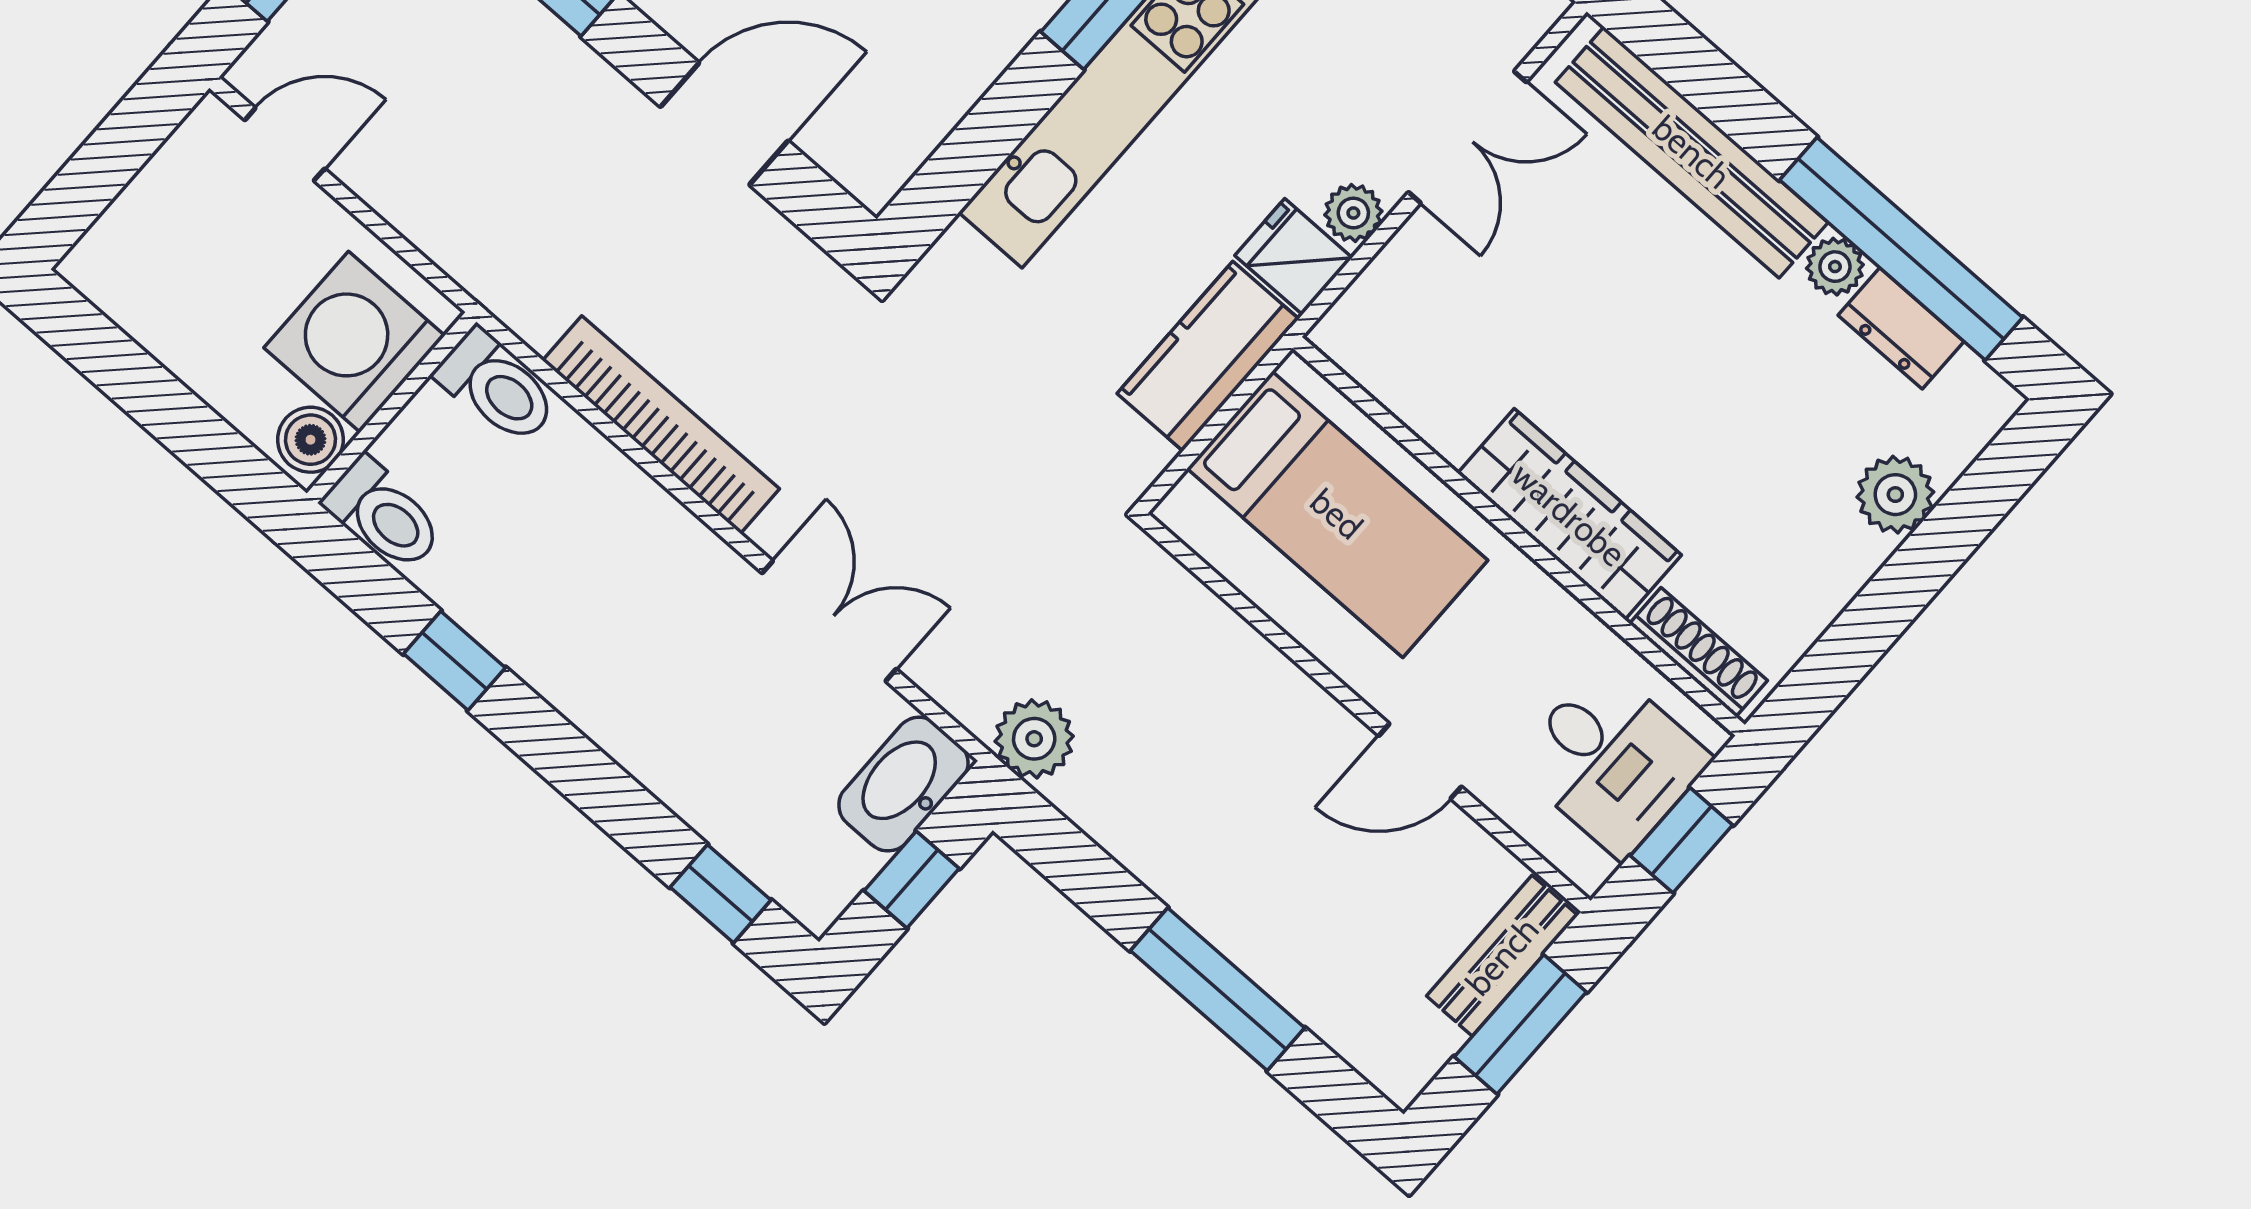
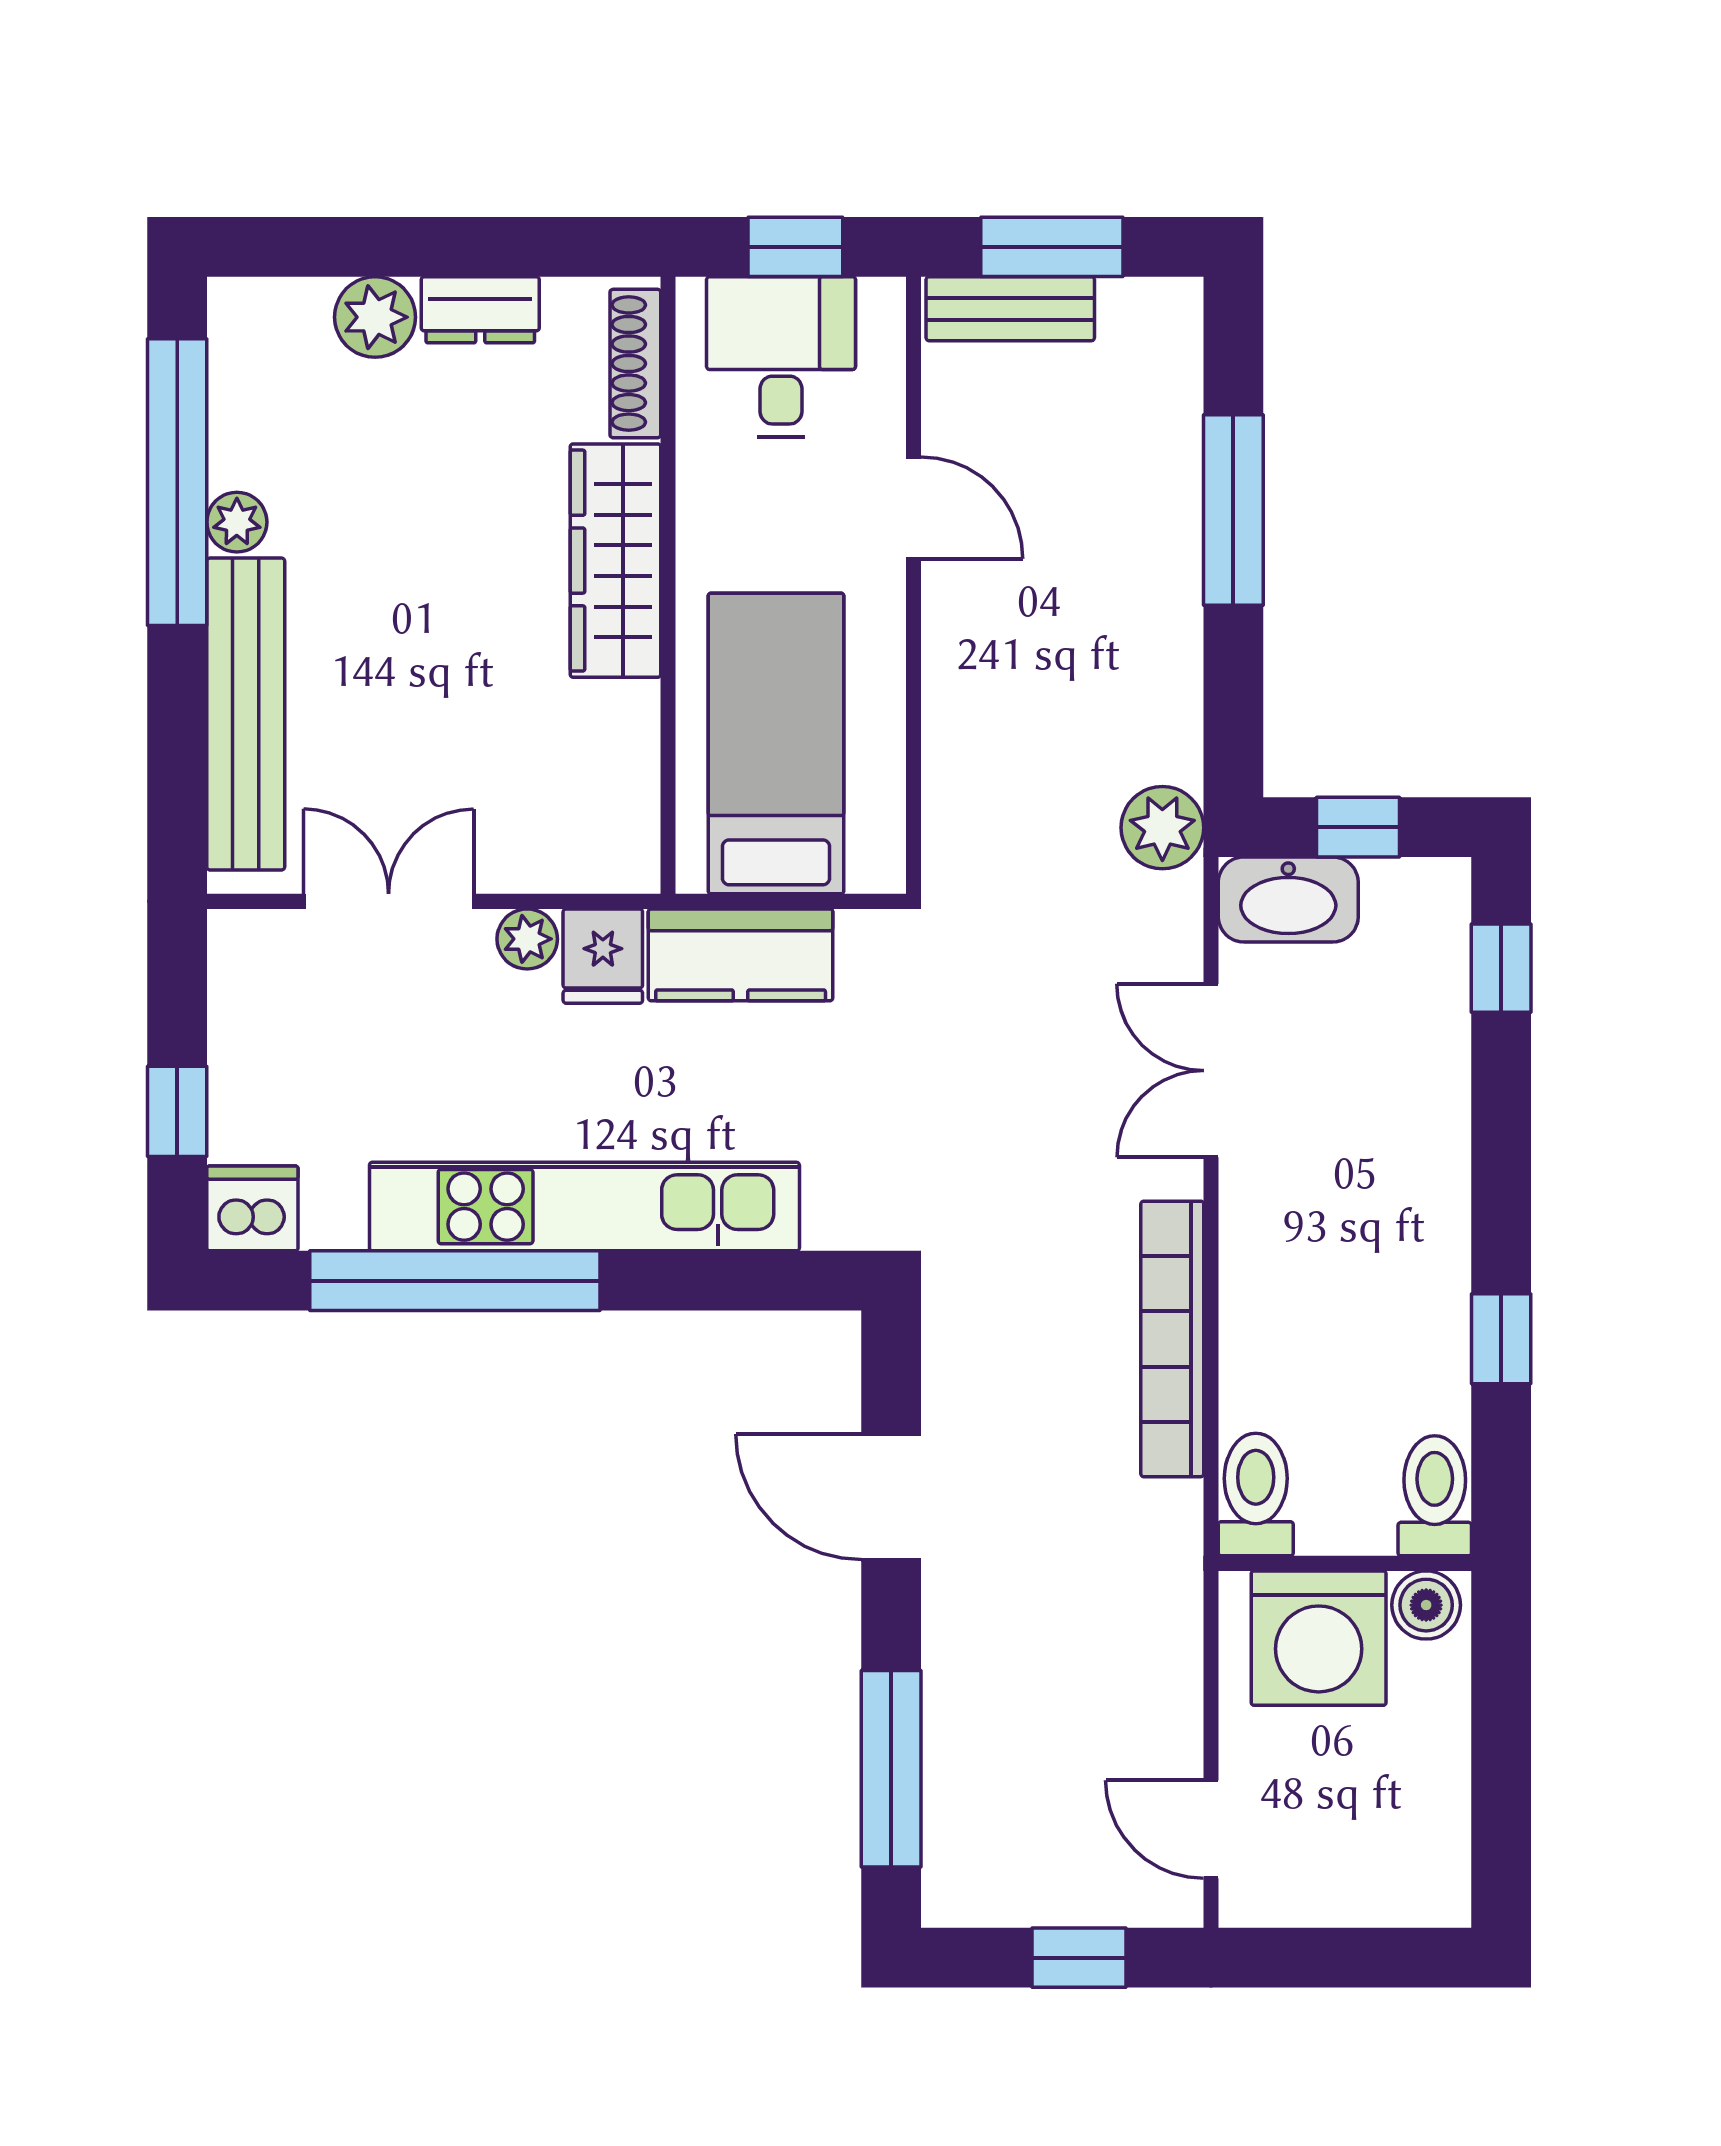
dresser: (1901, 328) -> (480, 310), moved, turned 90

